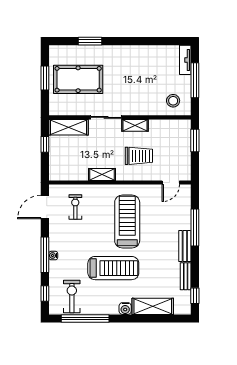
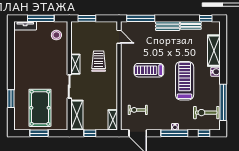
shelving: (102, 174) -> (113, 120), moved
treadmill: (127, 222) -> (149, 70), width x0.73, depth x0.73
window: (195, 228) -> (141, 18), moved

